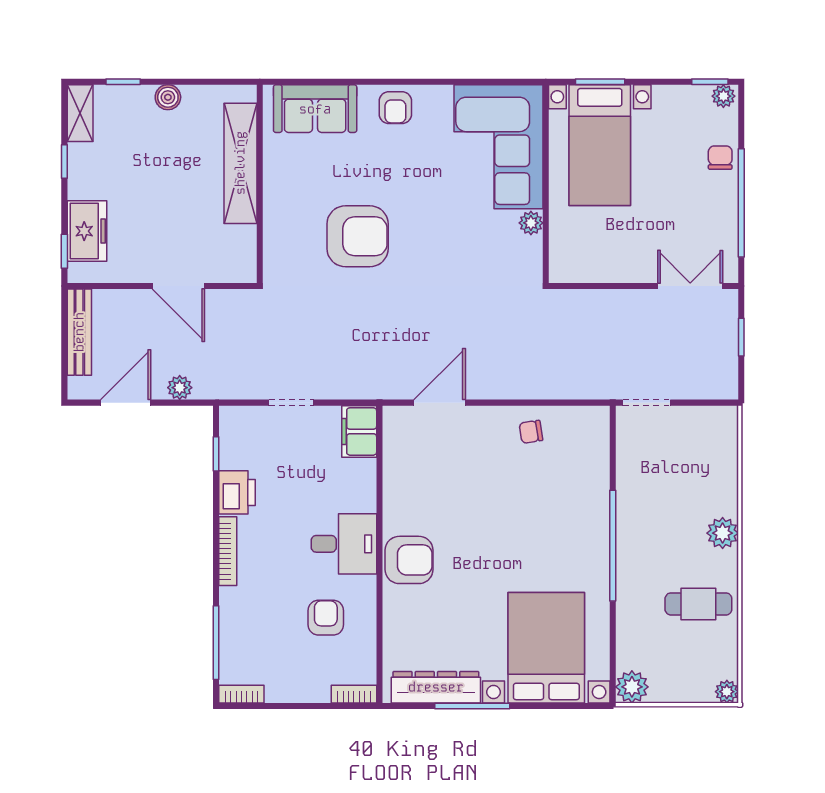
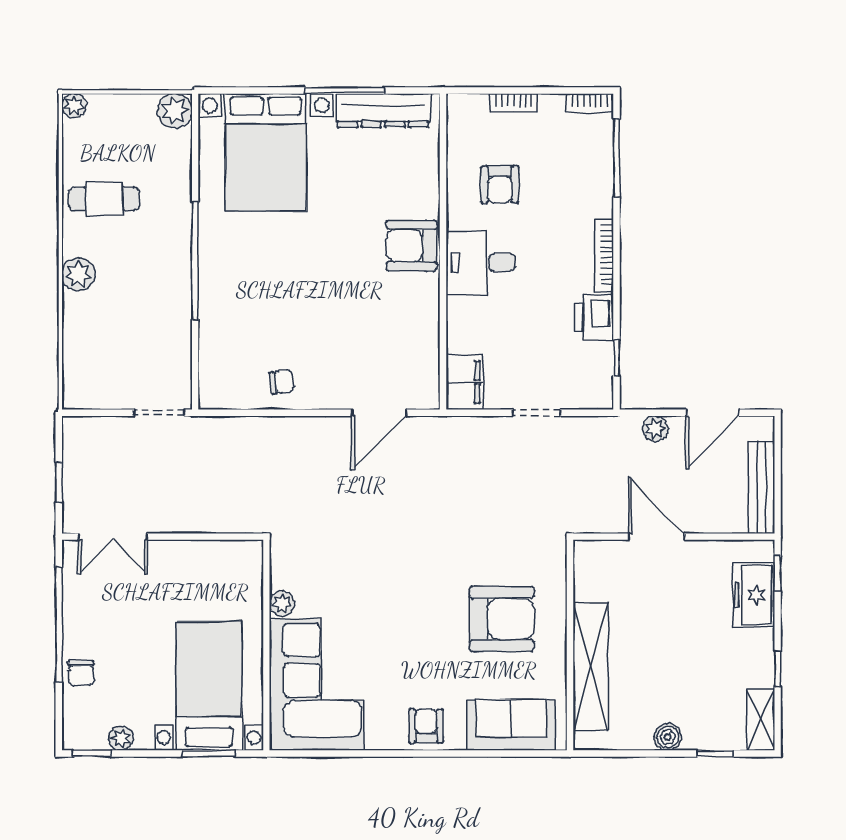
plant: (723, 96) -> (121, 738), moved
armchair: (358, 236) -> (502, 619), moved, turned 180
bookcase: (354, 694) -> (513, 103), moved

